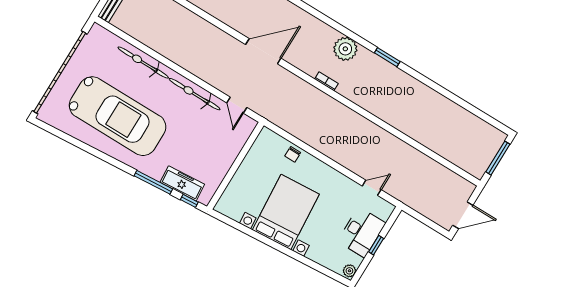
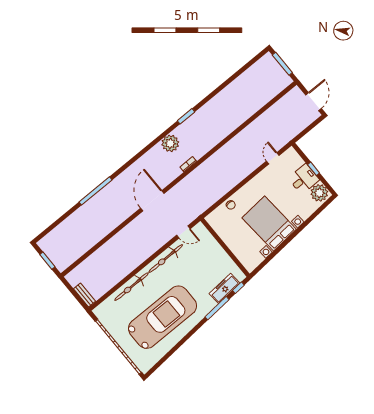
desk: (362, 232) -> (304, 179), width x0.73
plant: (349, 271) -> (319, 193), width x1.88, depth x1.88

